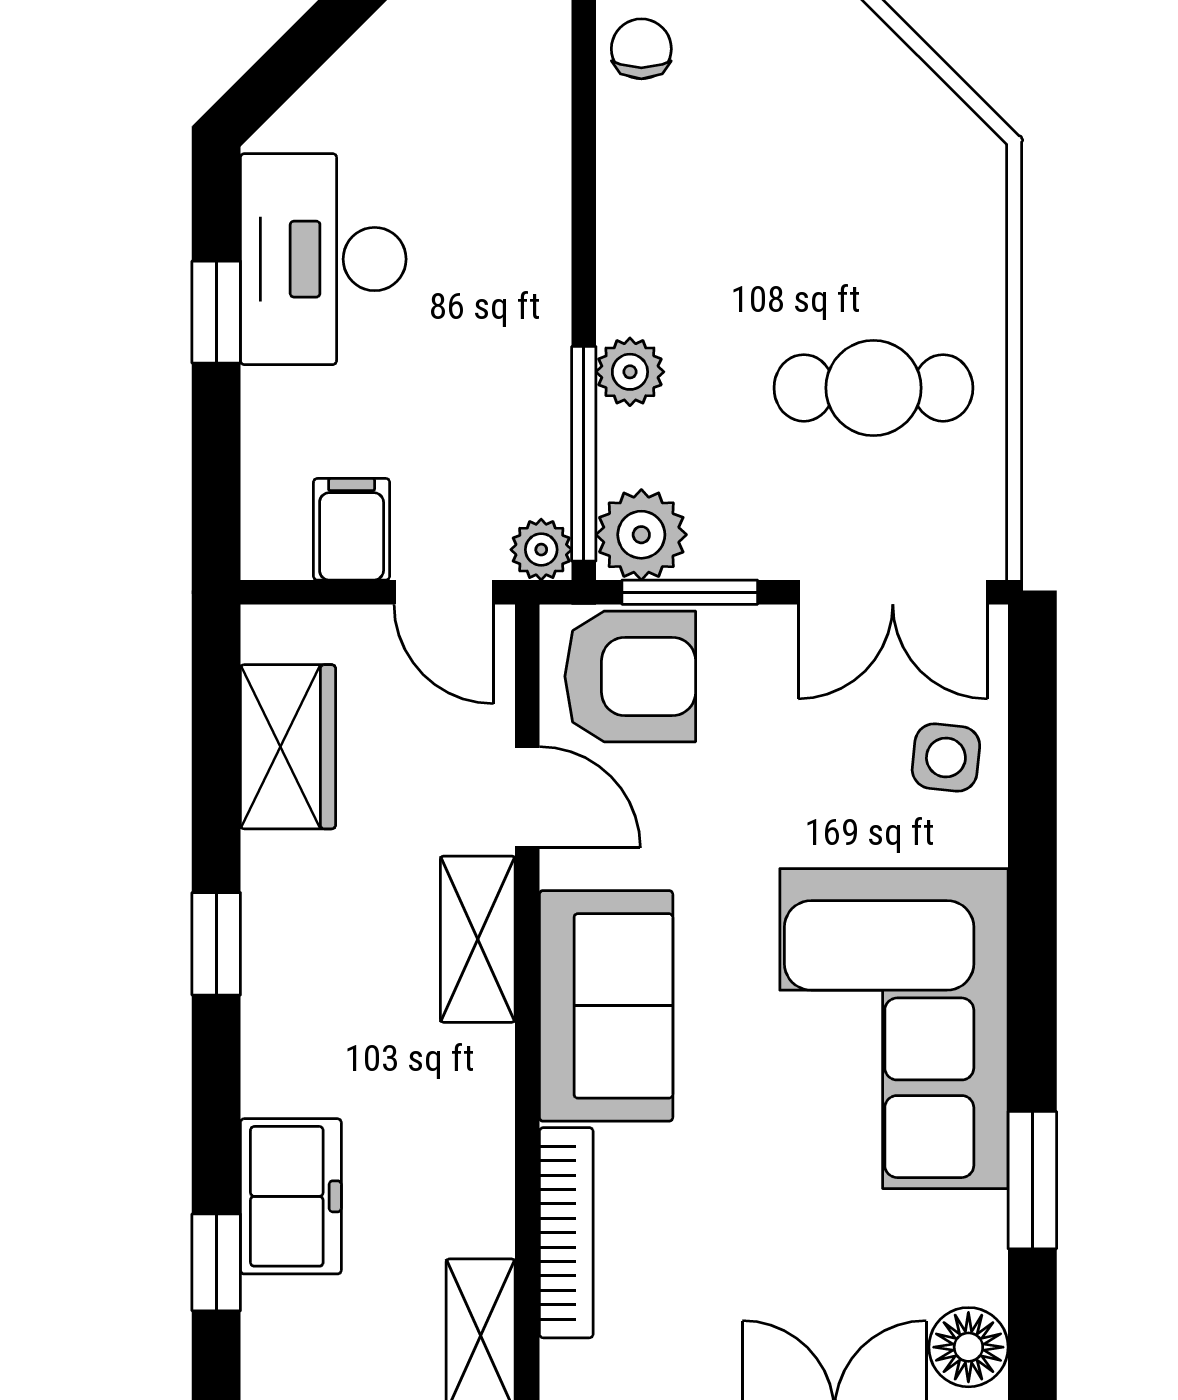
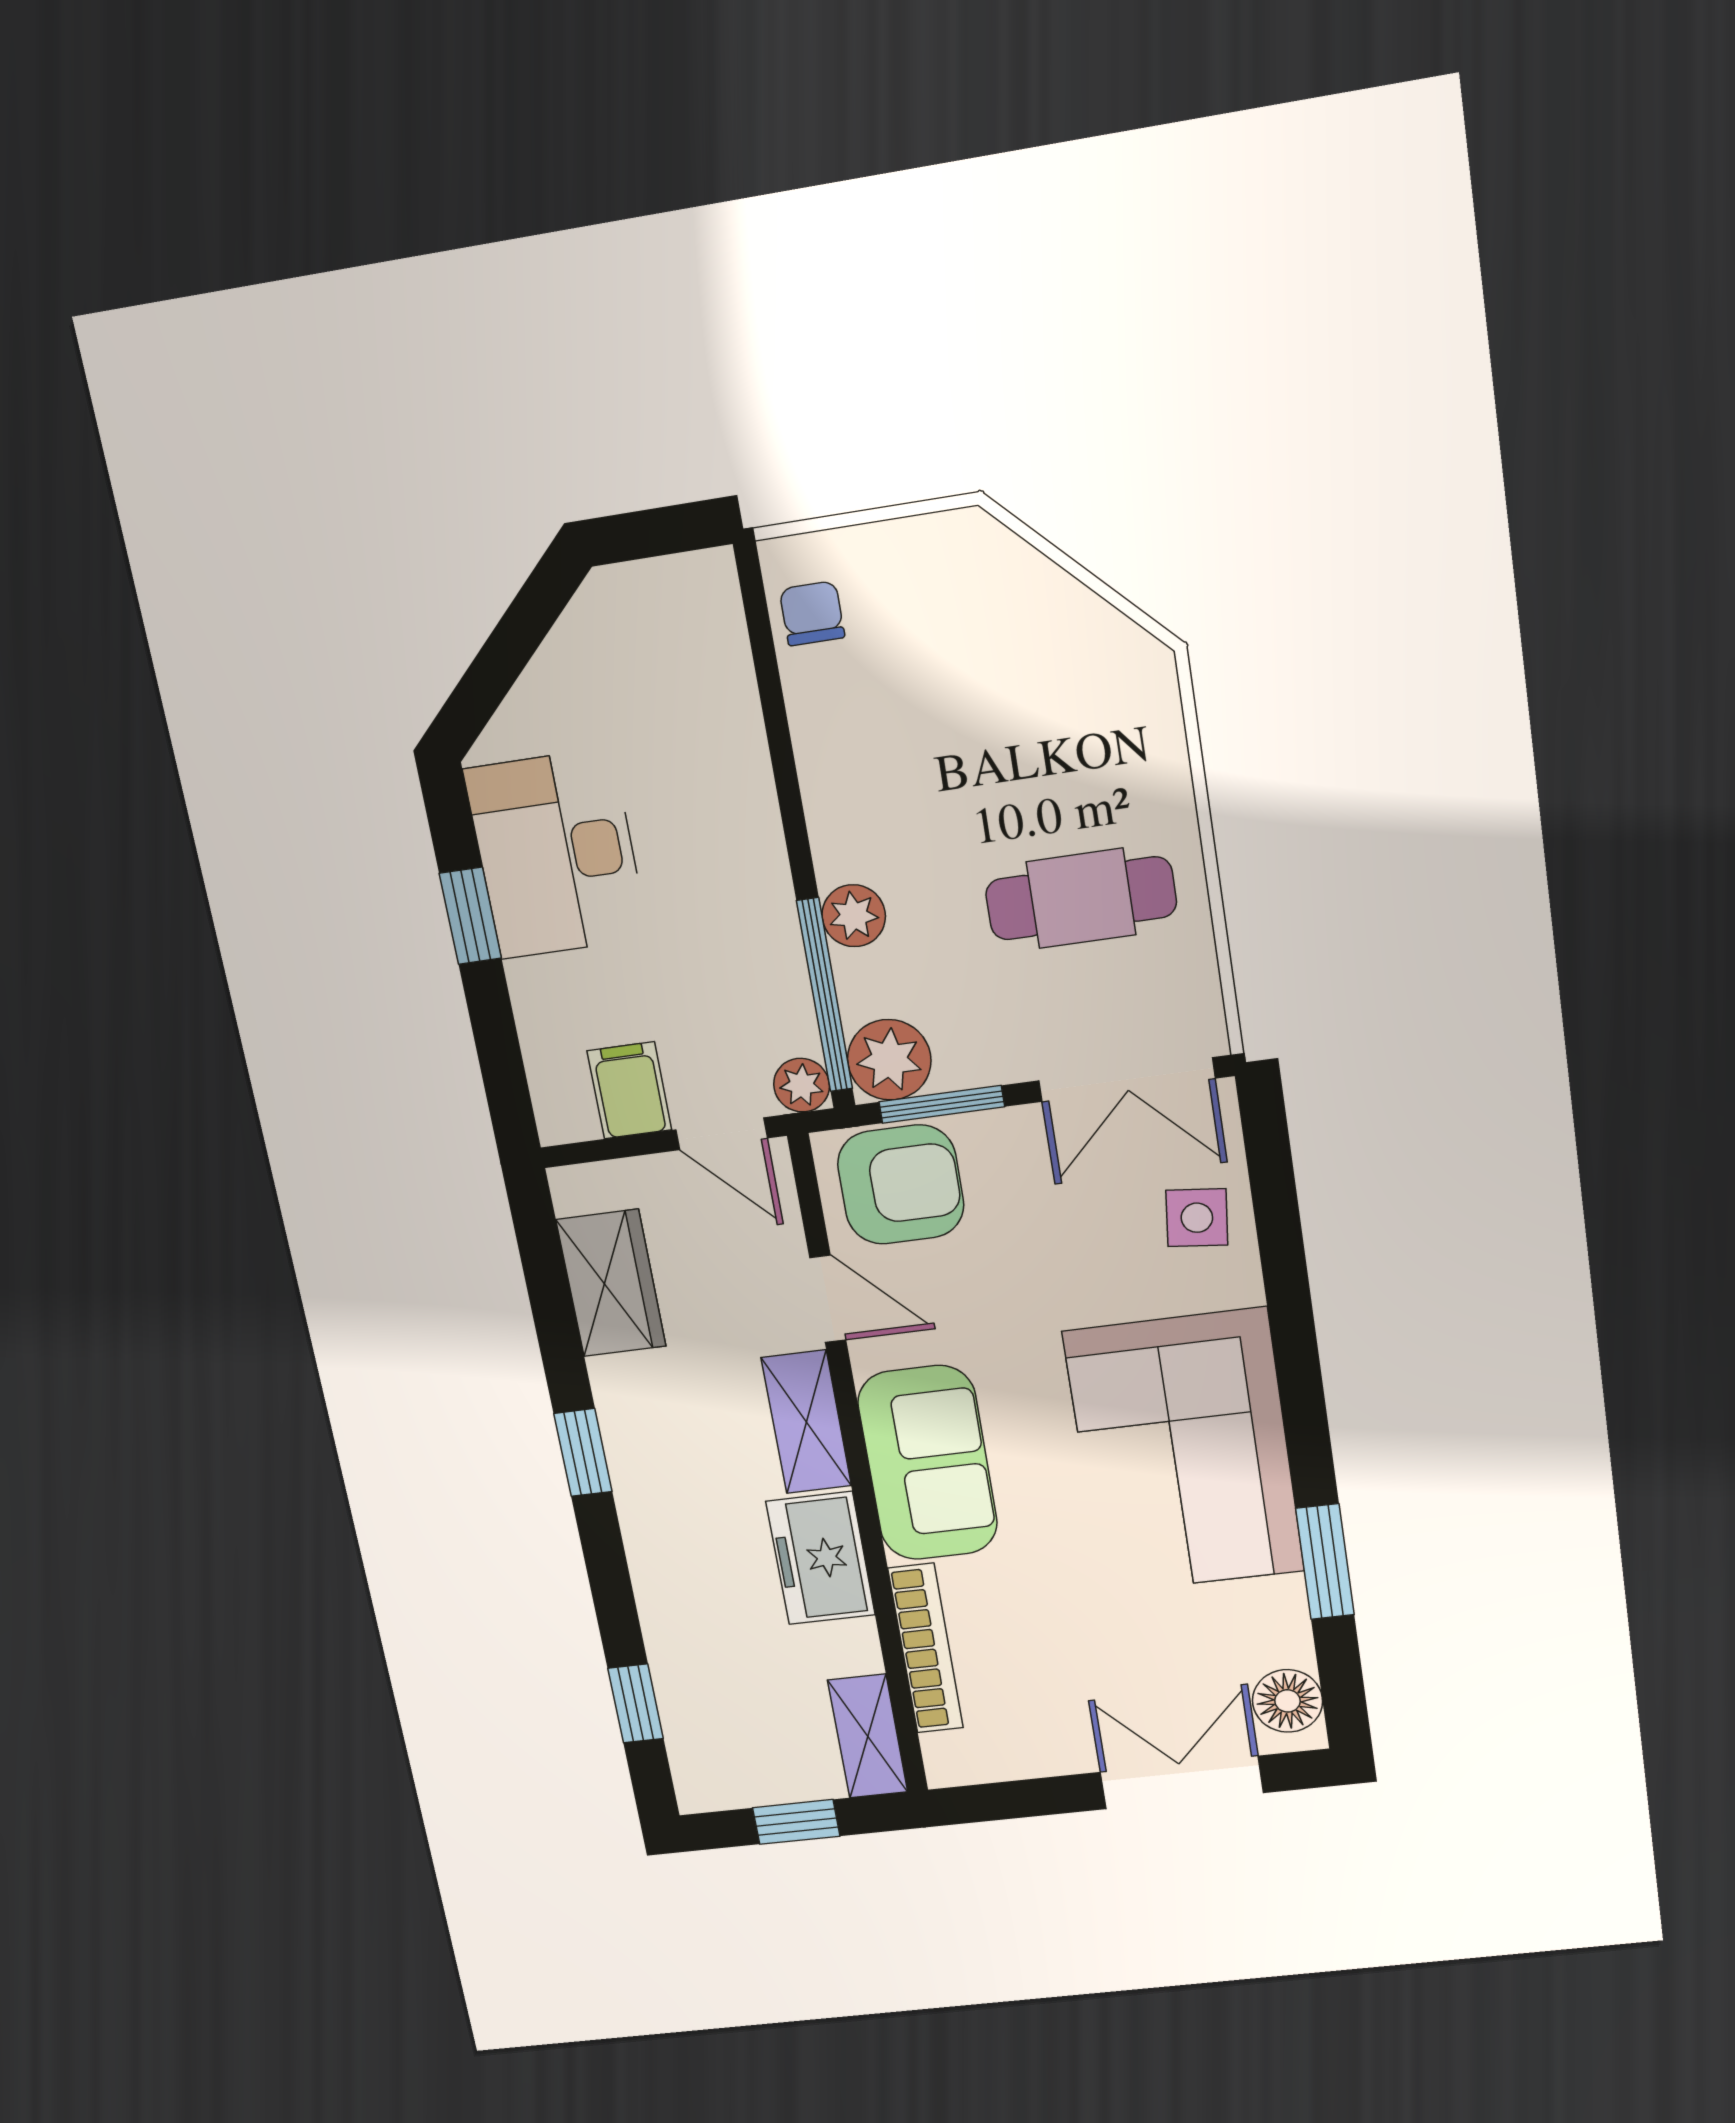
freezer: (291, 1196) -> (821, 1558), moved, turned 180

